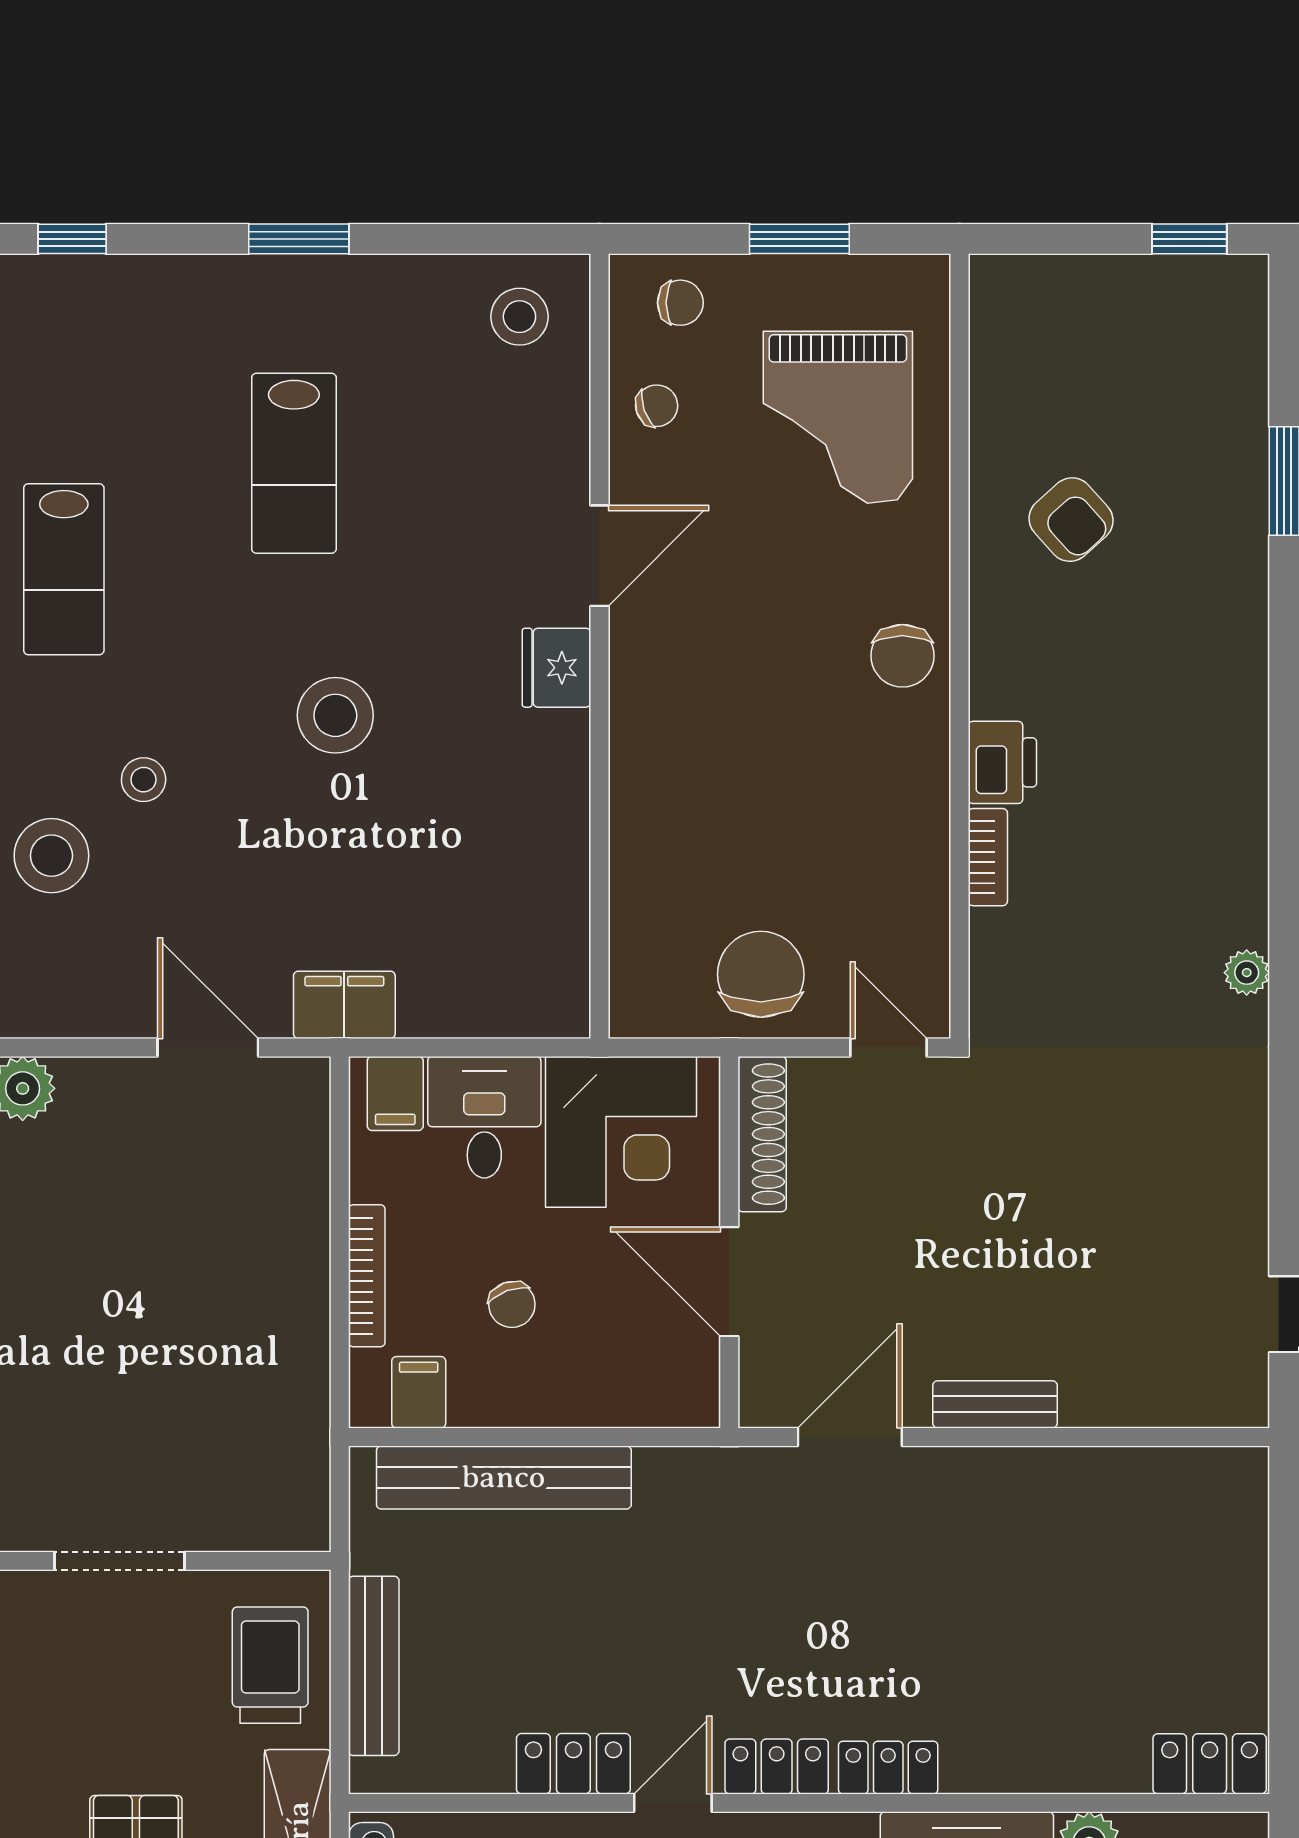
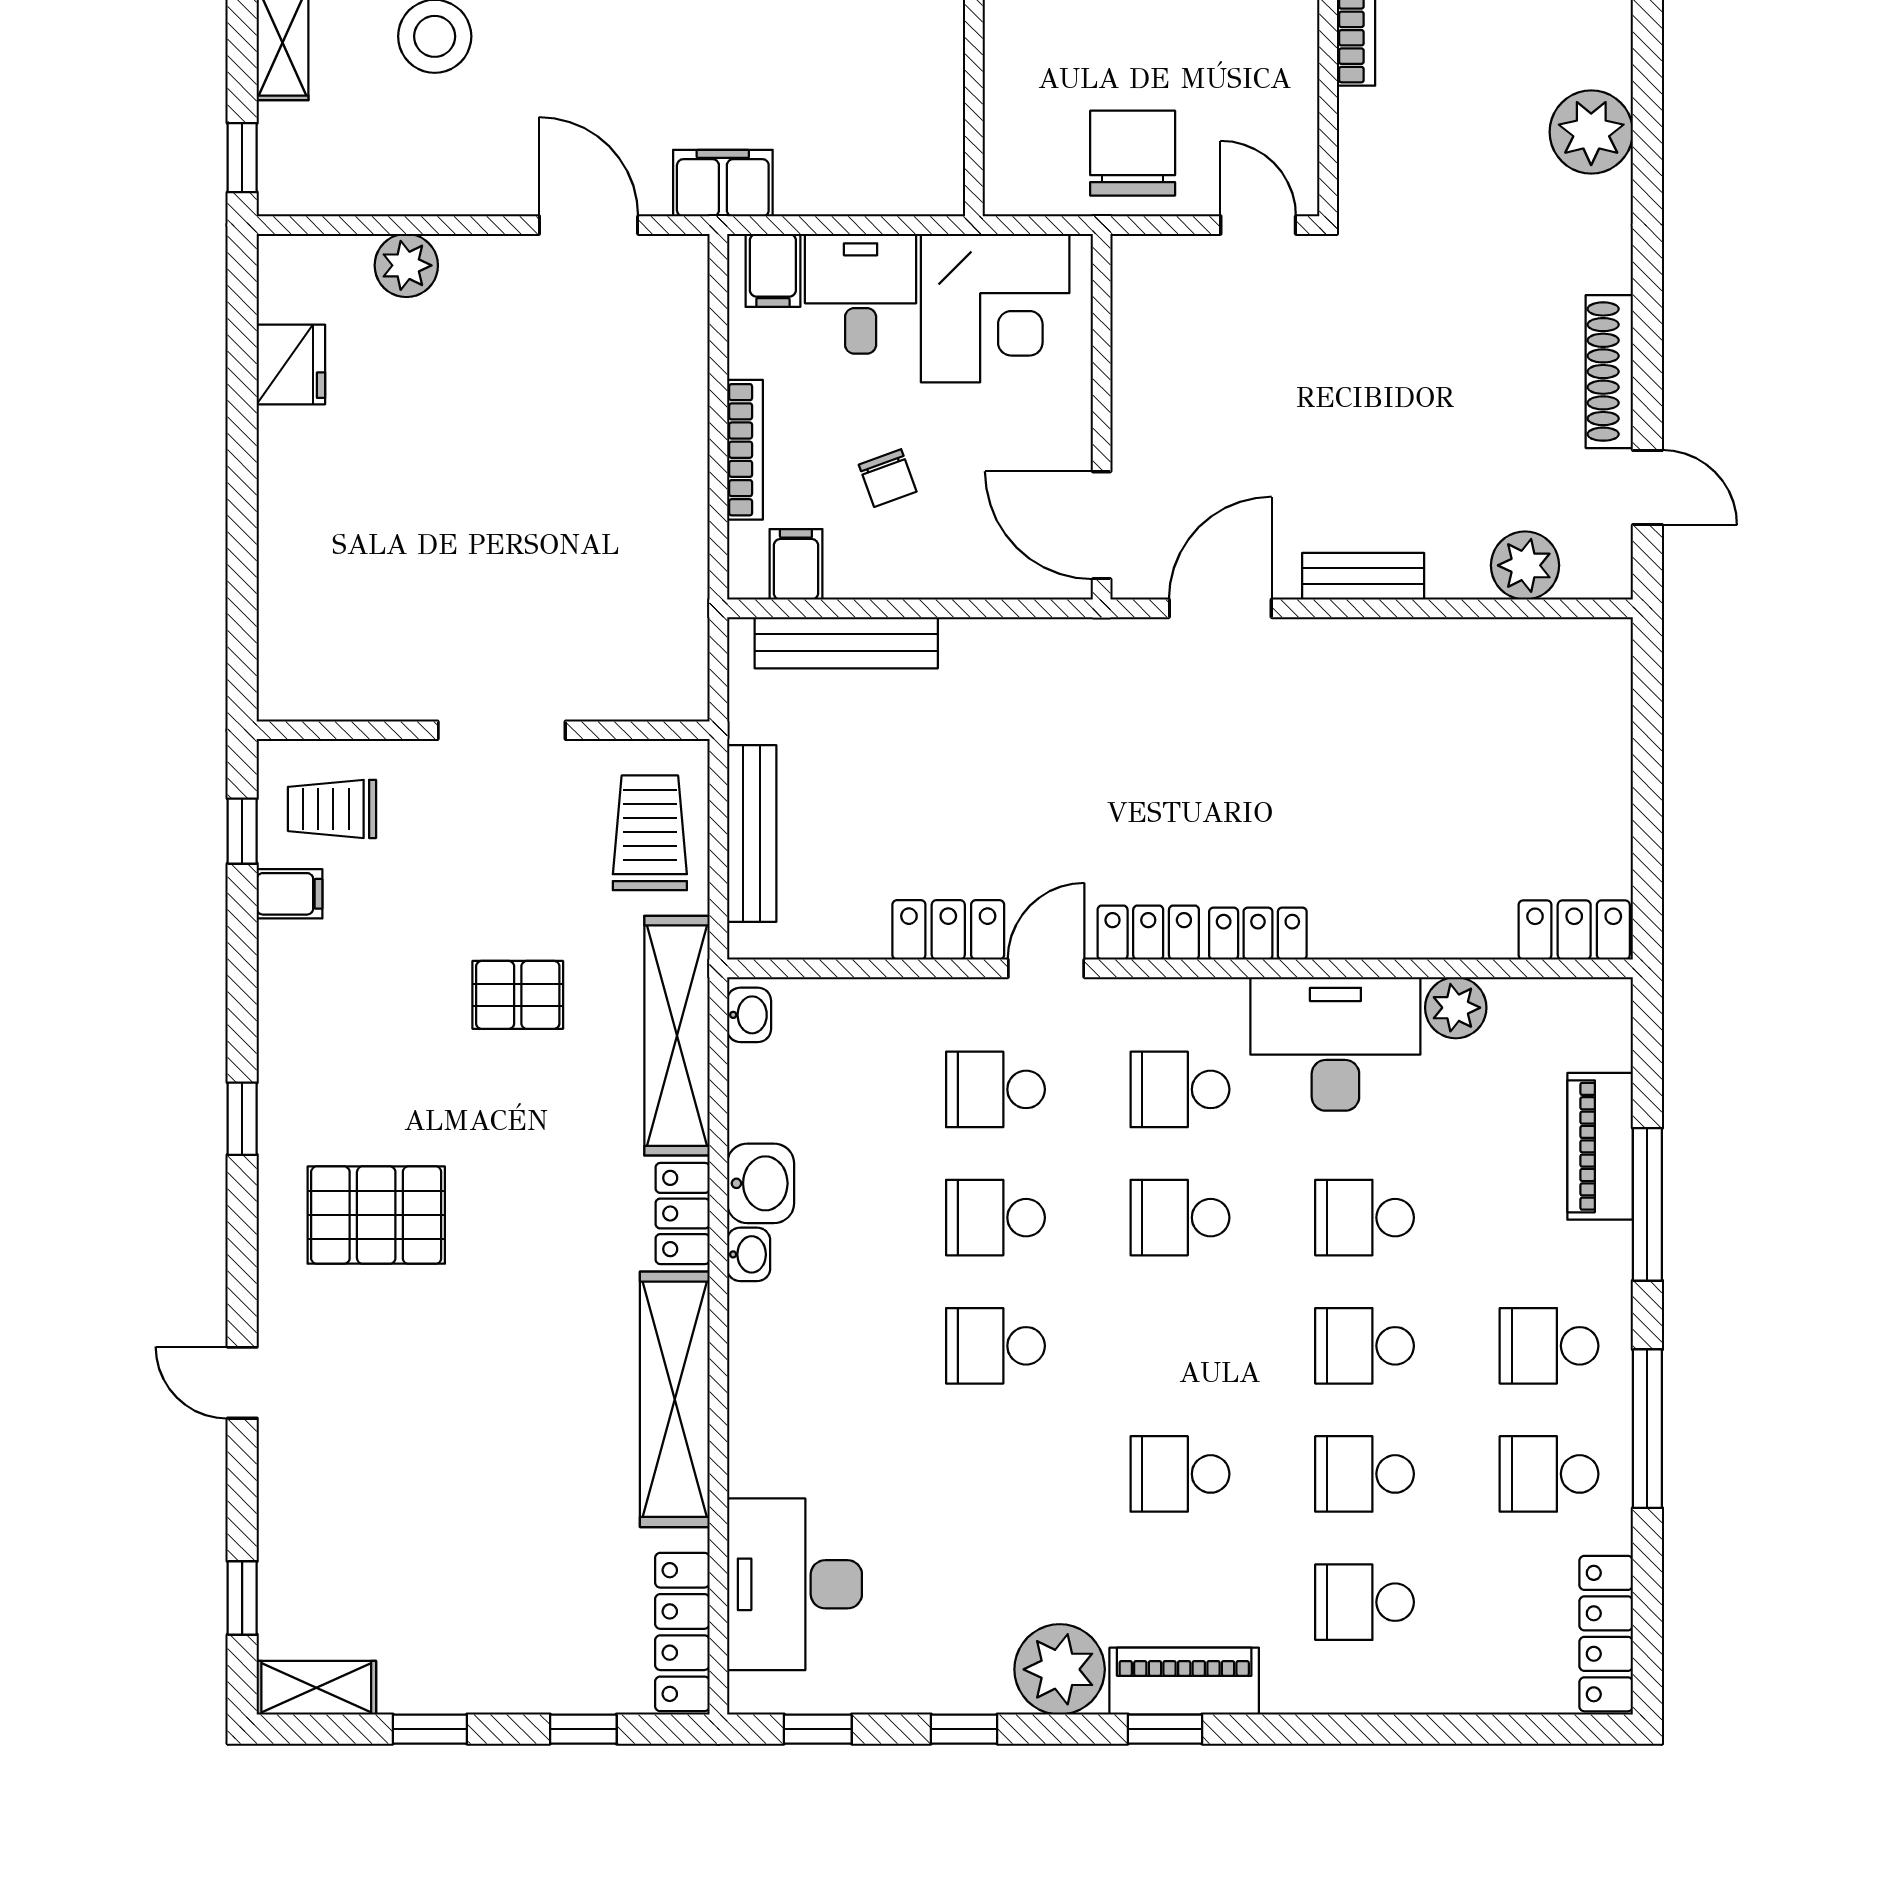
plant: (1247, 973) -> (1591, 132), width x1.87, depth x1.87
shoe rack: (762, 1134) -> (1609, 372), moved, turned 180
door: (729, 1282) -> (1102, 525), moved
plant: (1160, 1393) -> (1525, 565), added
bench: (504, 1477) -> (846, 643), width x0.73, depth x0.82

